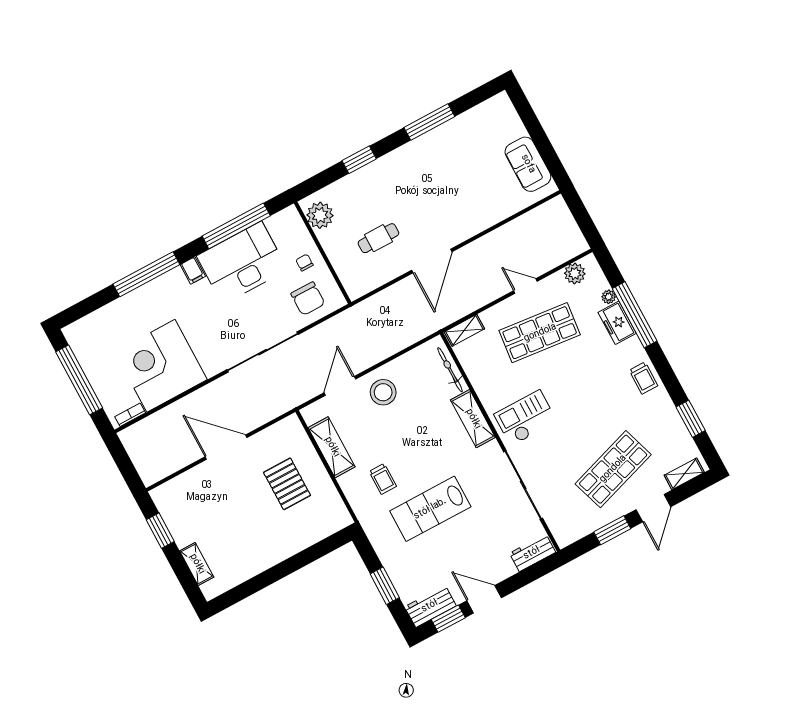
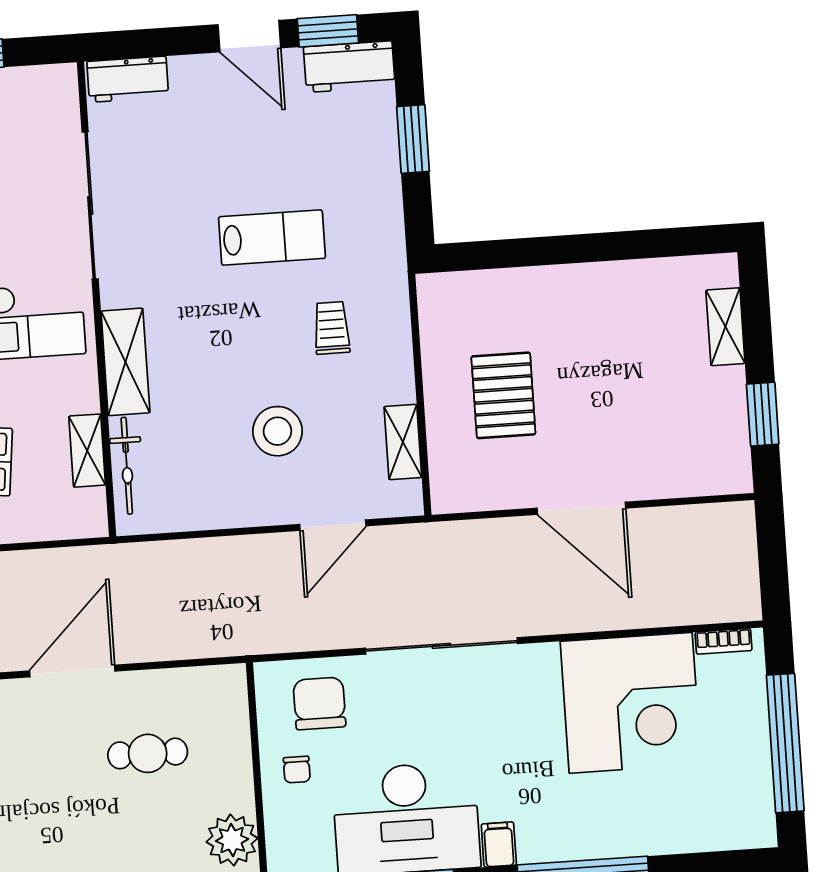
shelving: (464, 330) -> (87, 451), moved, turned 90
stool: (383, 392) -> (277, 431), moved
shelving: (332, 447) -> (403, 442), width x0.67, depth x0.75
lab bench: (430, 509) -> (272, 238), width x0.73, depth x0.72

